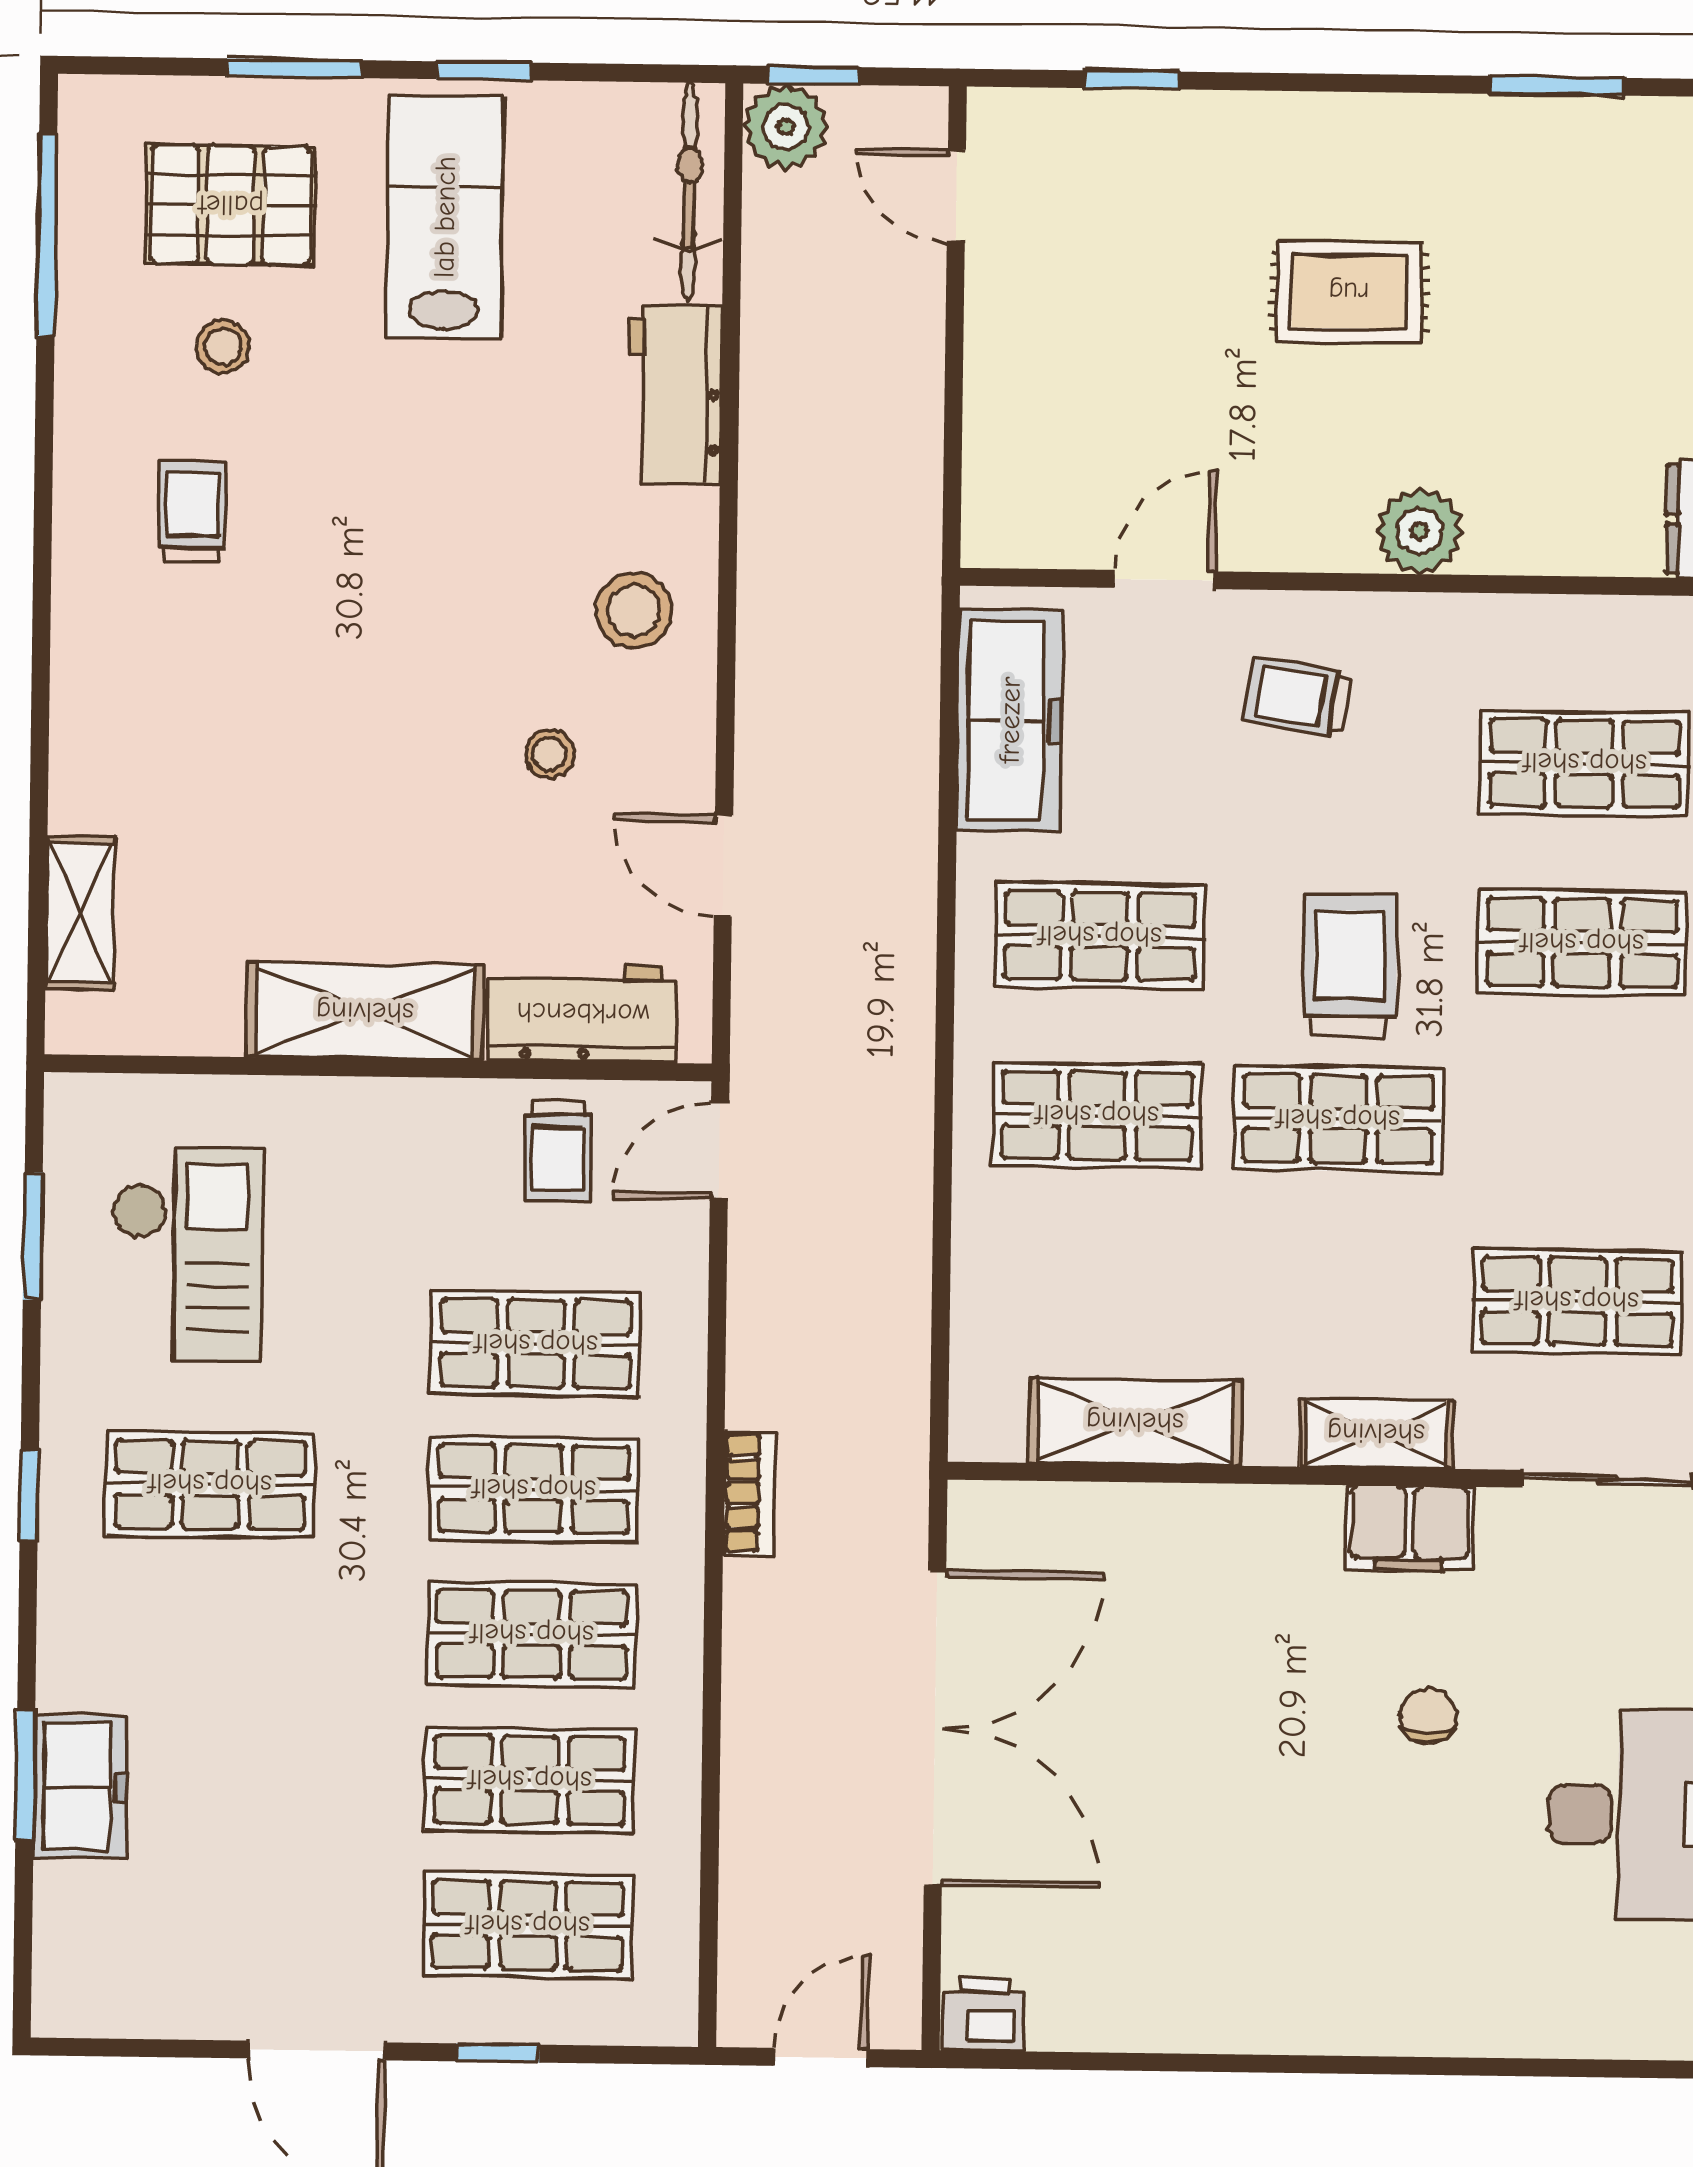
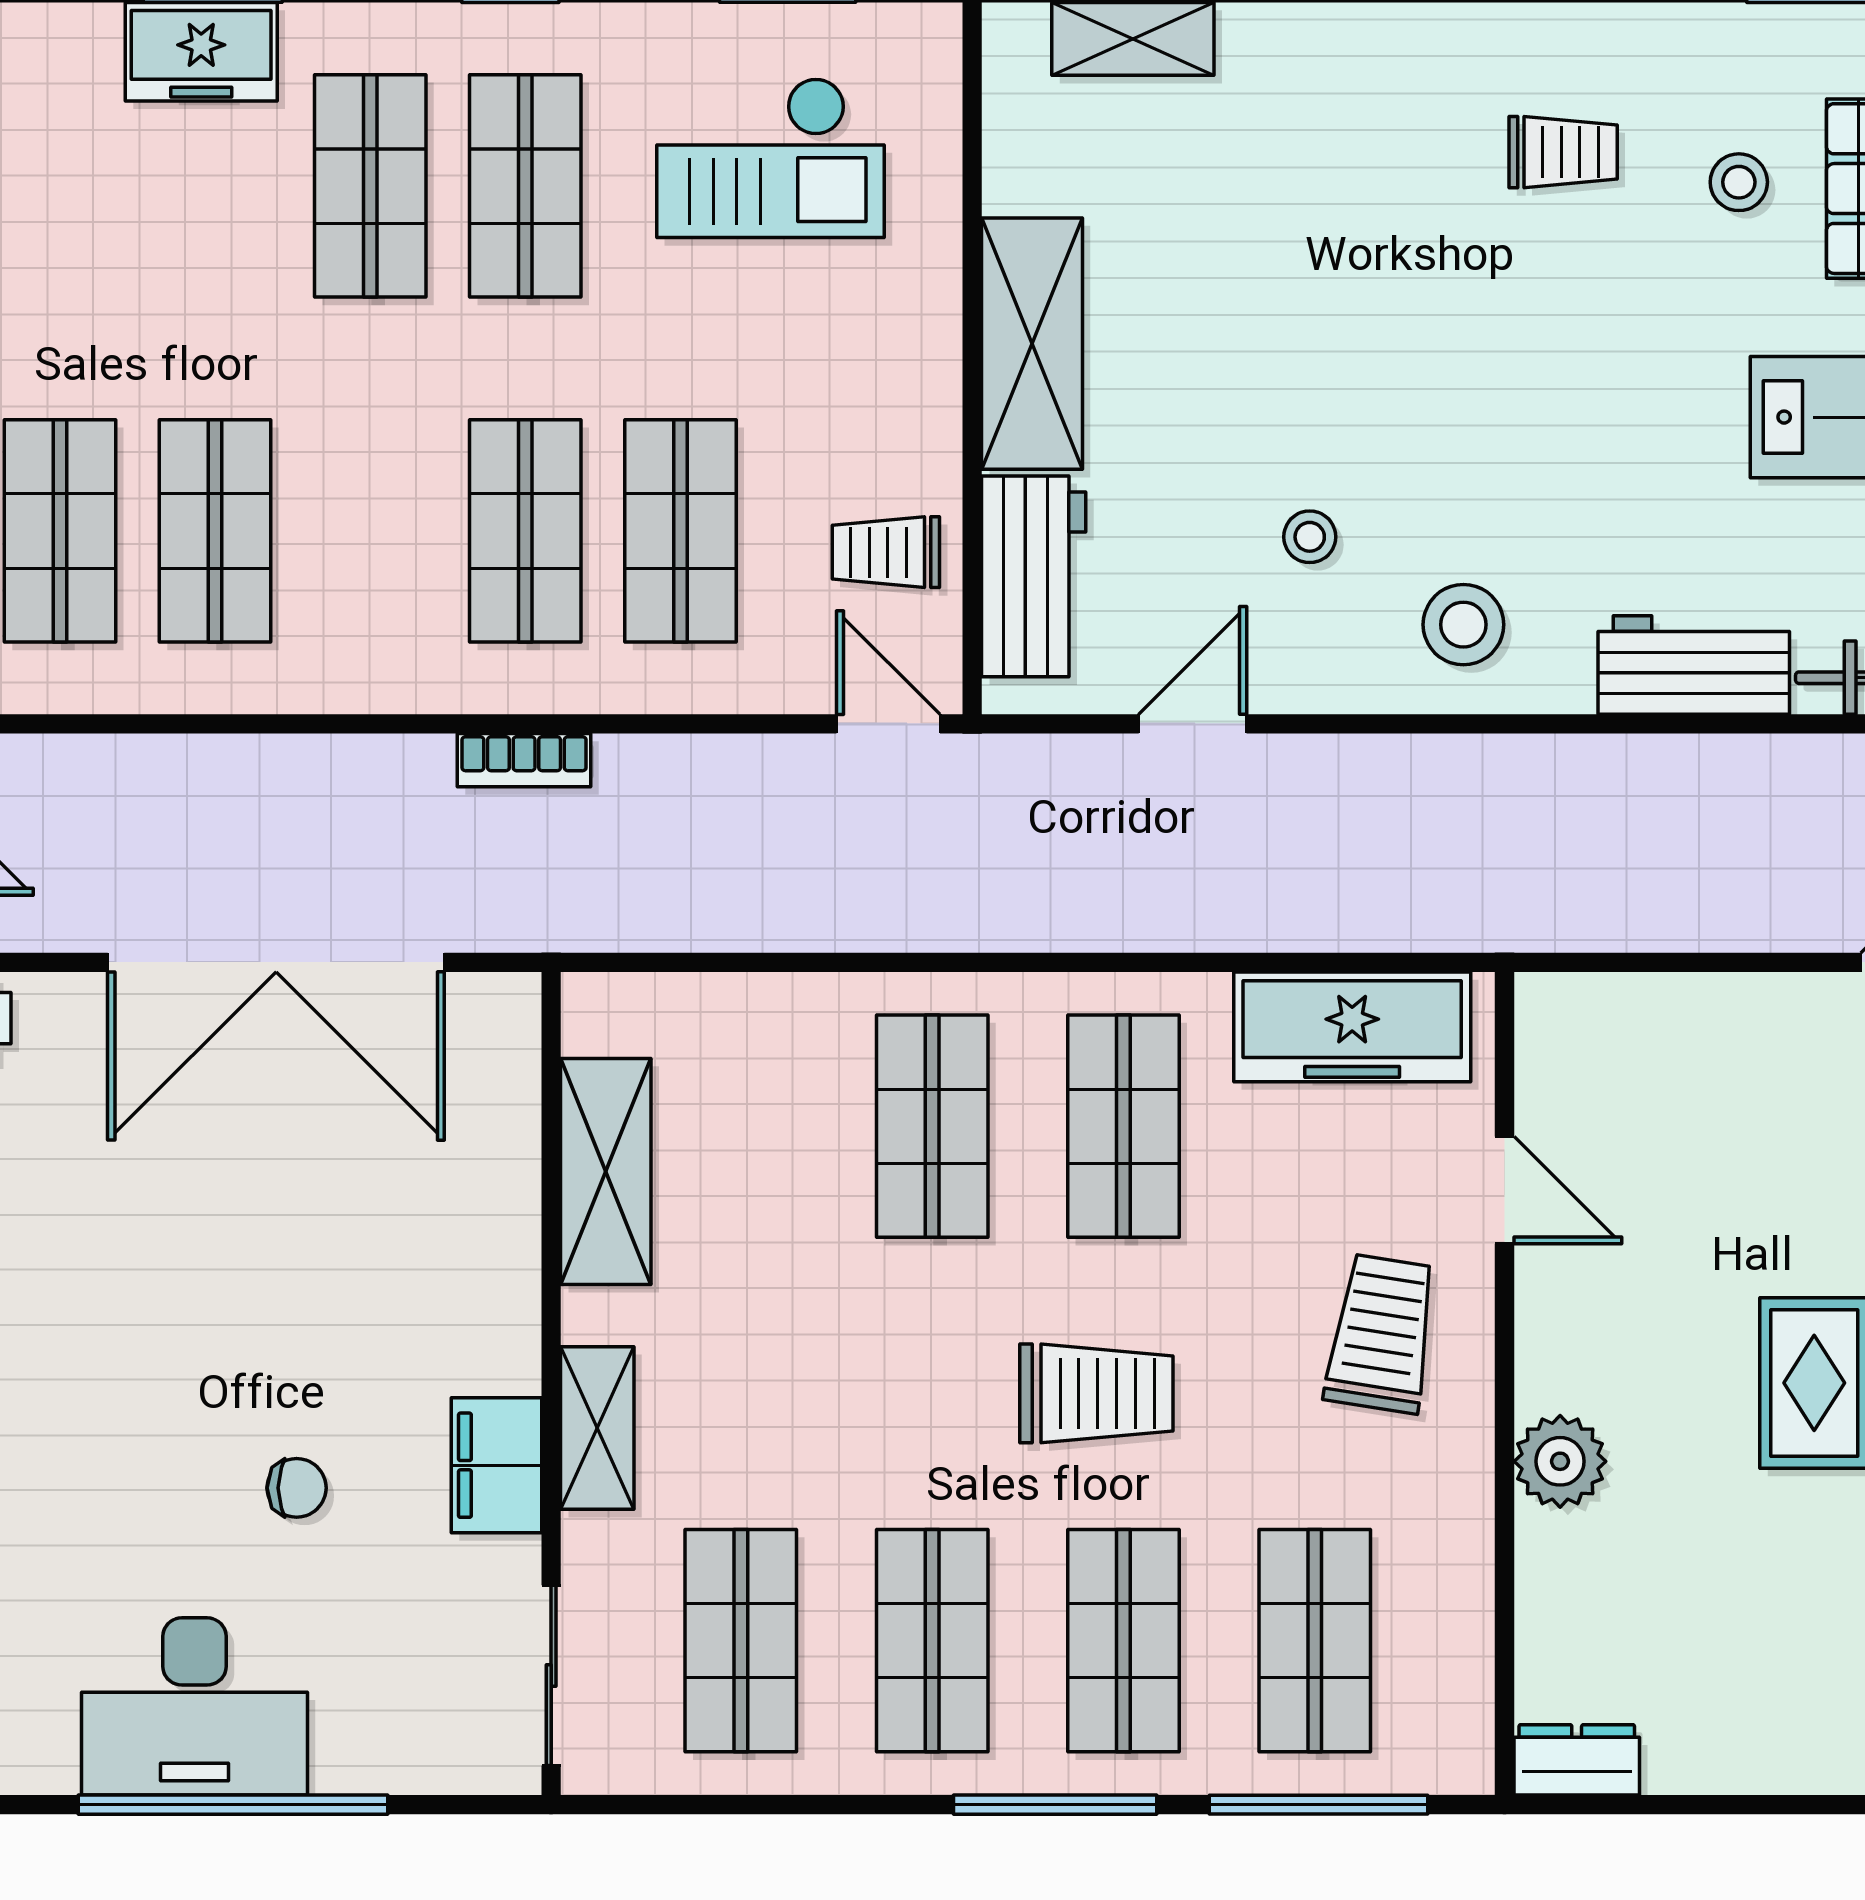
trolley: (1298, 697) -> (1382, 1334), width x1.36, depth x1.39
shop shelf: (1338, 1119) -> (932, 1641), moved
shop shelf: (532, 1634) -> (370, 186), moved

